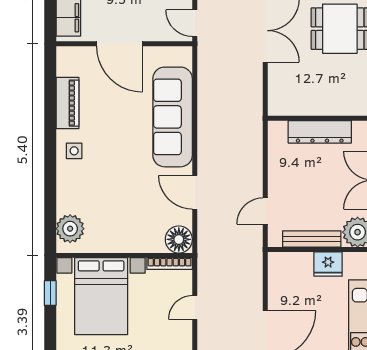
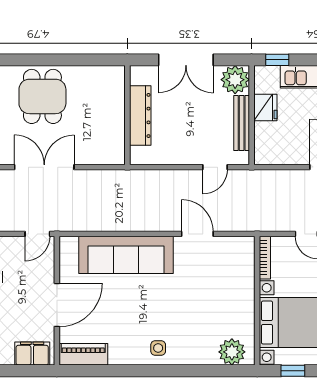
piano: (67, 103) -> (83, 354), moved
door: (195, 192) -> (197, 234), swing flipped
door: (265, 211) -> (215, 167), hinge flipped
floor lamp: (179, 239) -> (242, 249), removed

